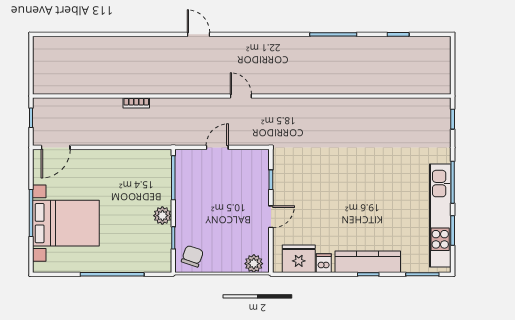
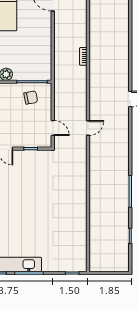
door: (217, 147) -> (53, 128), moved
chair: (196, 180) -> (31, 98), added

